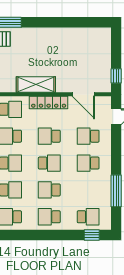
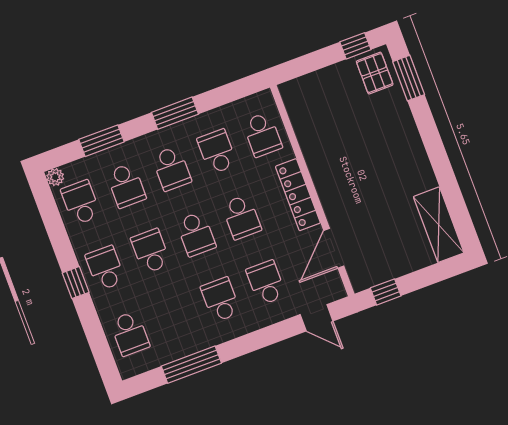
shelving: (36, 85) -> (439, 225), moved
school desk: (49, 136) -> (241, 217), turned 180
window: (92, 235) -> (76, 283), moved

